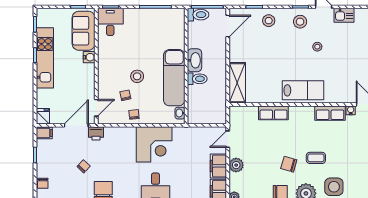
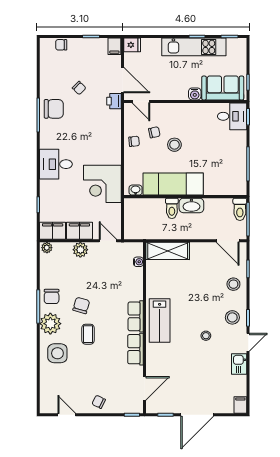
water cooler: (351, 110) -> (138, 262), moved
row of seats: (273, 113) -> (136, 316), moved
corner desk: (154, 144) -> (102, 184), moved

